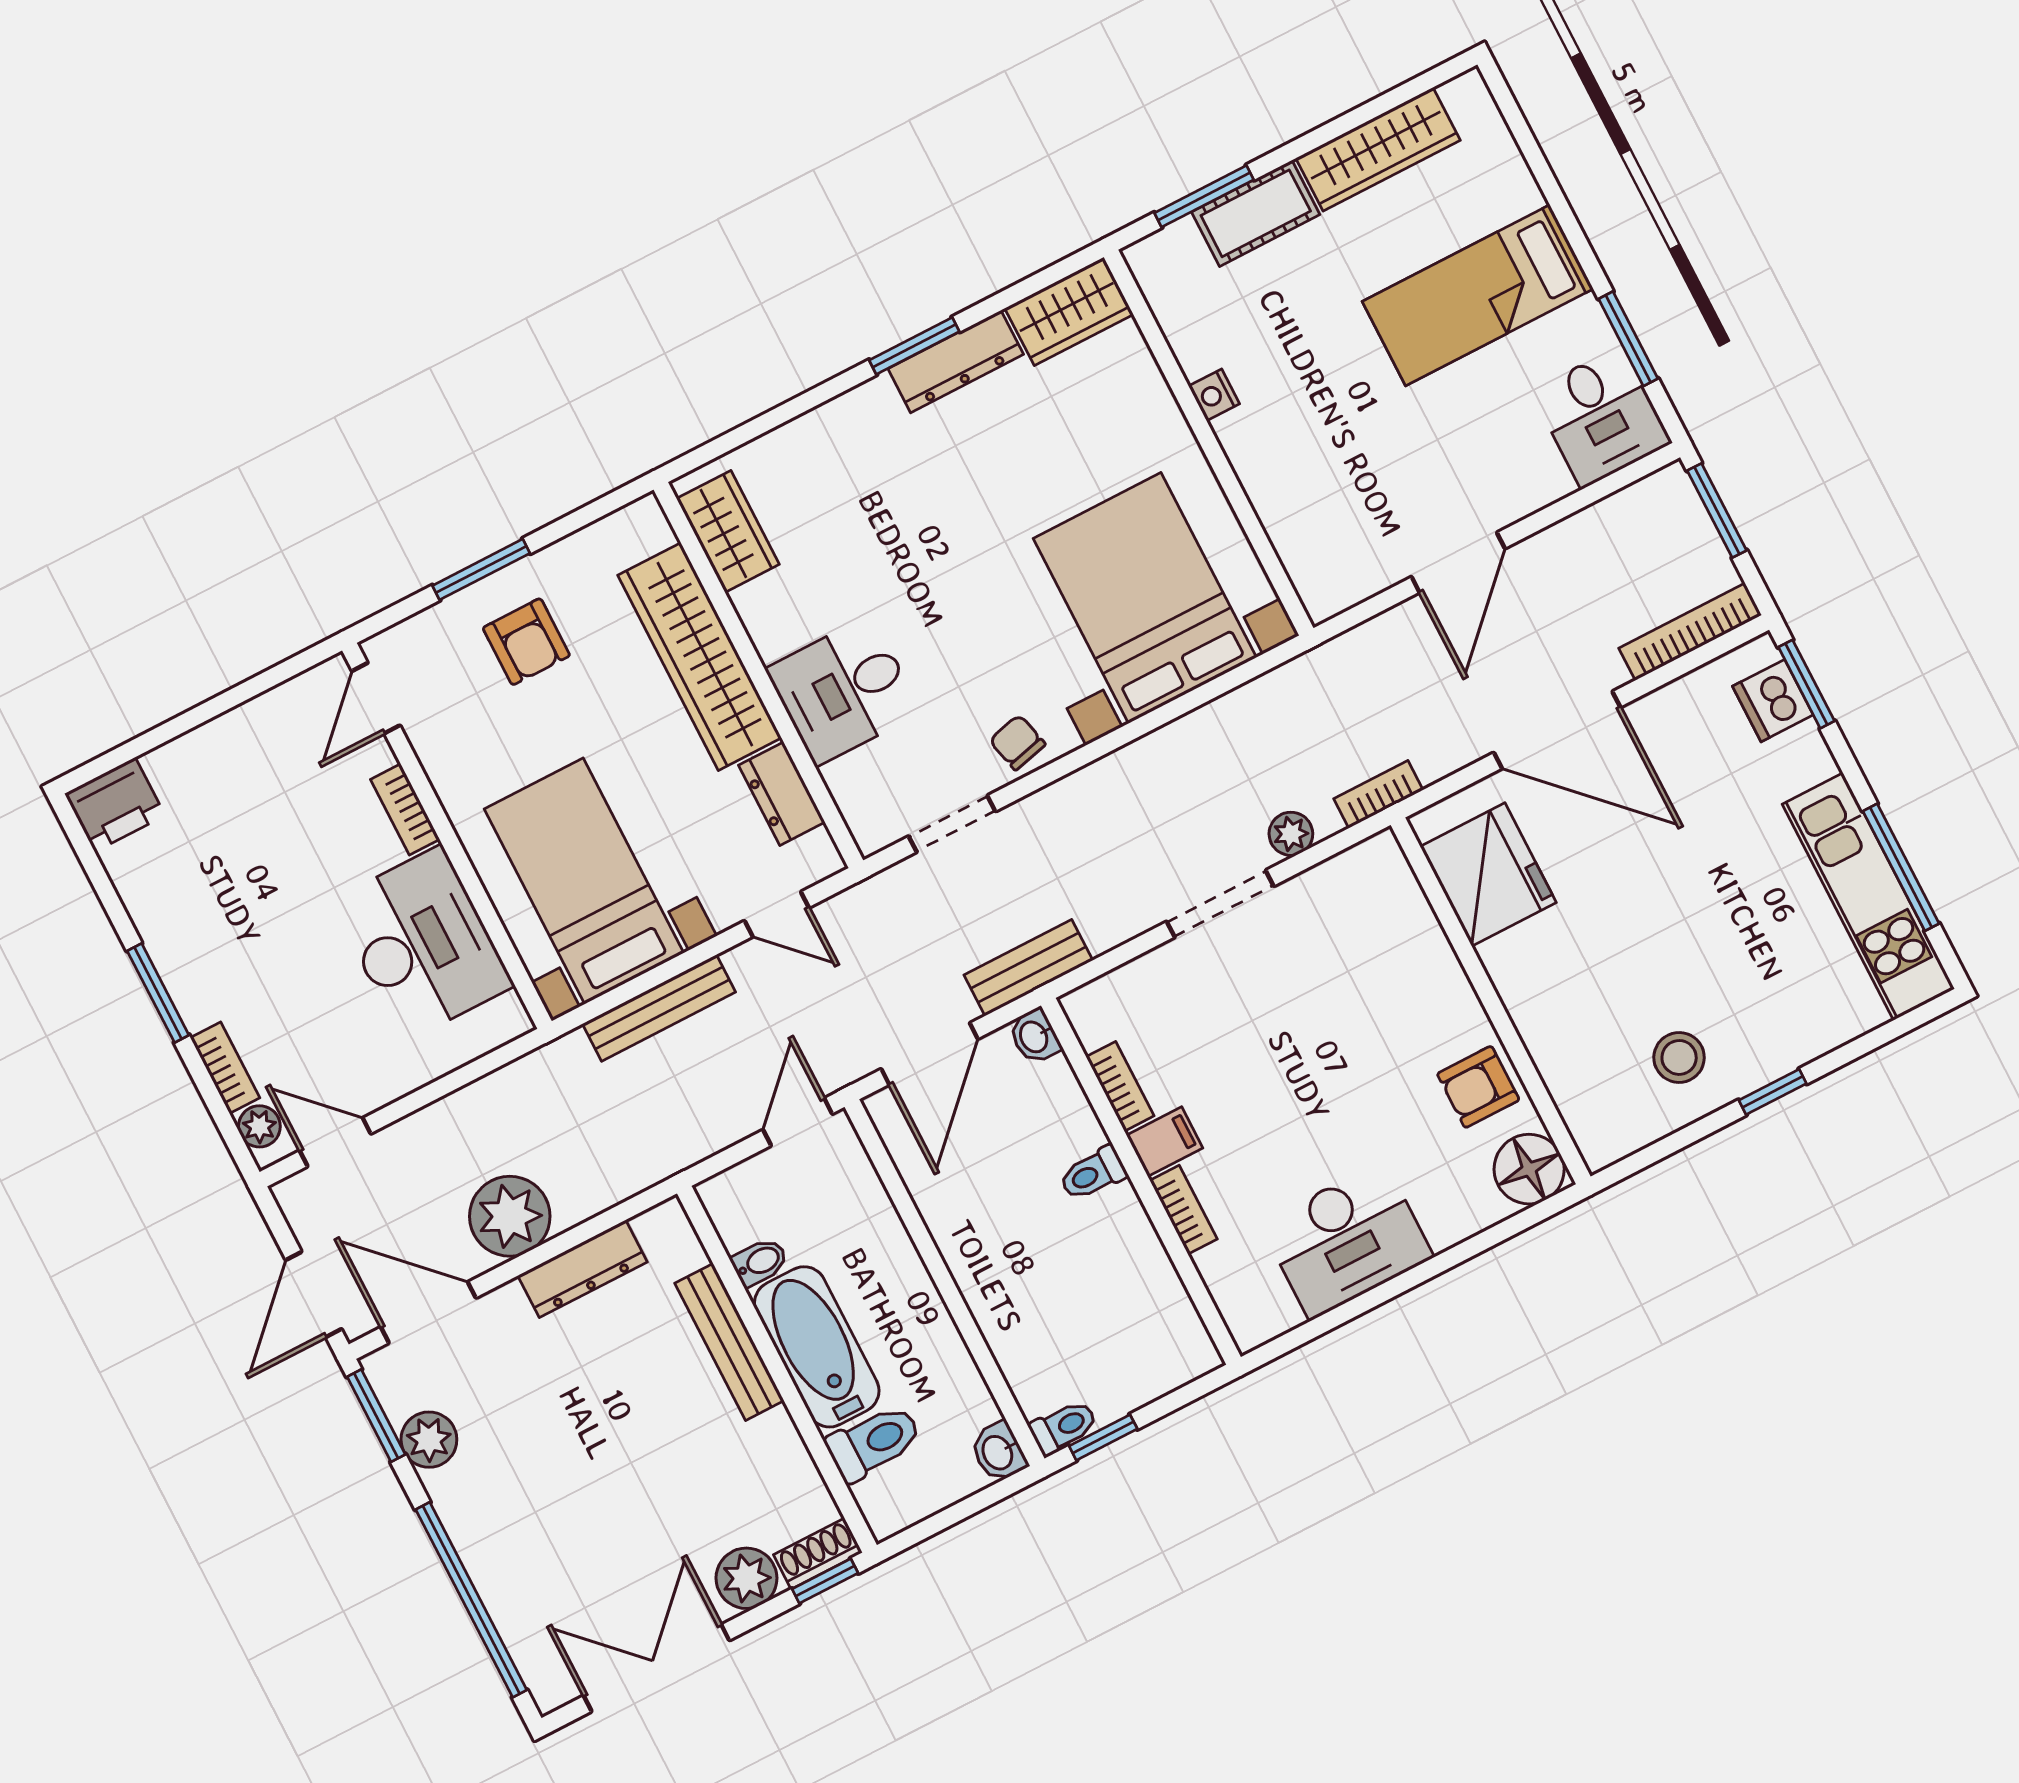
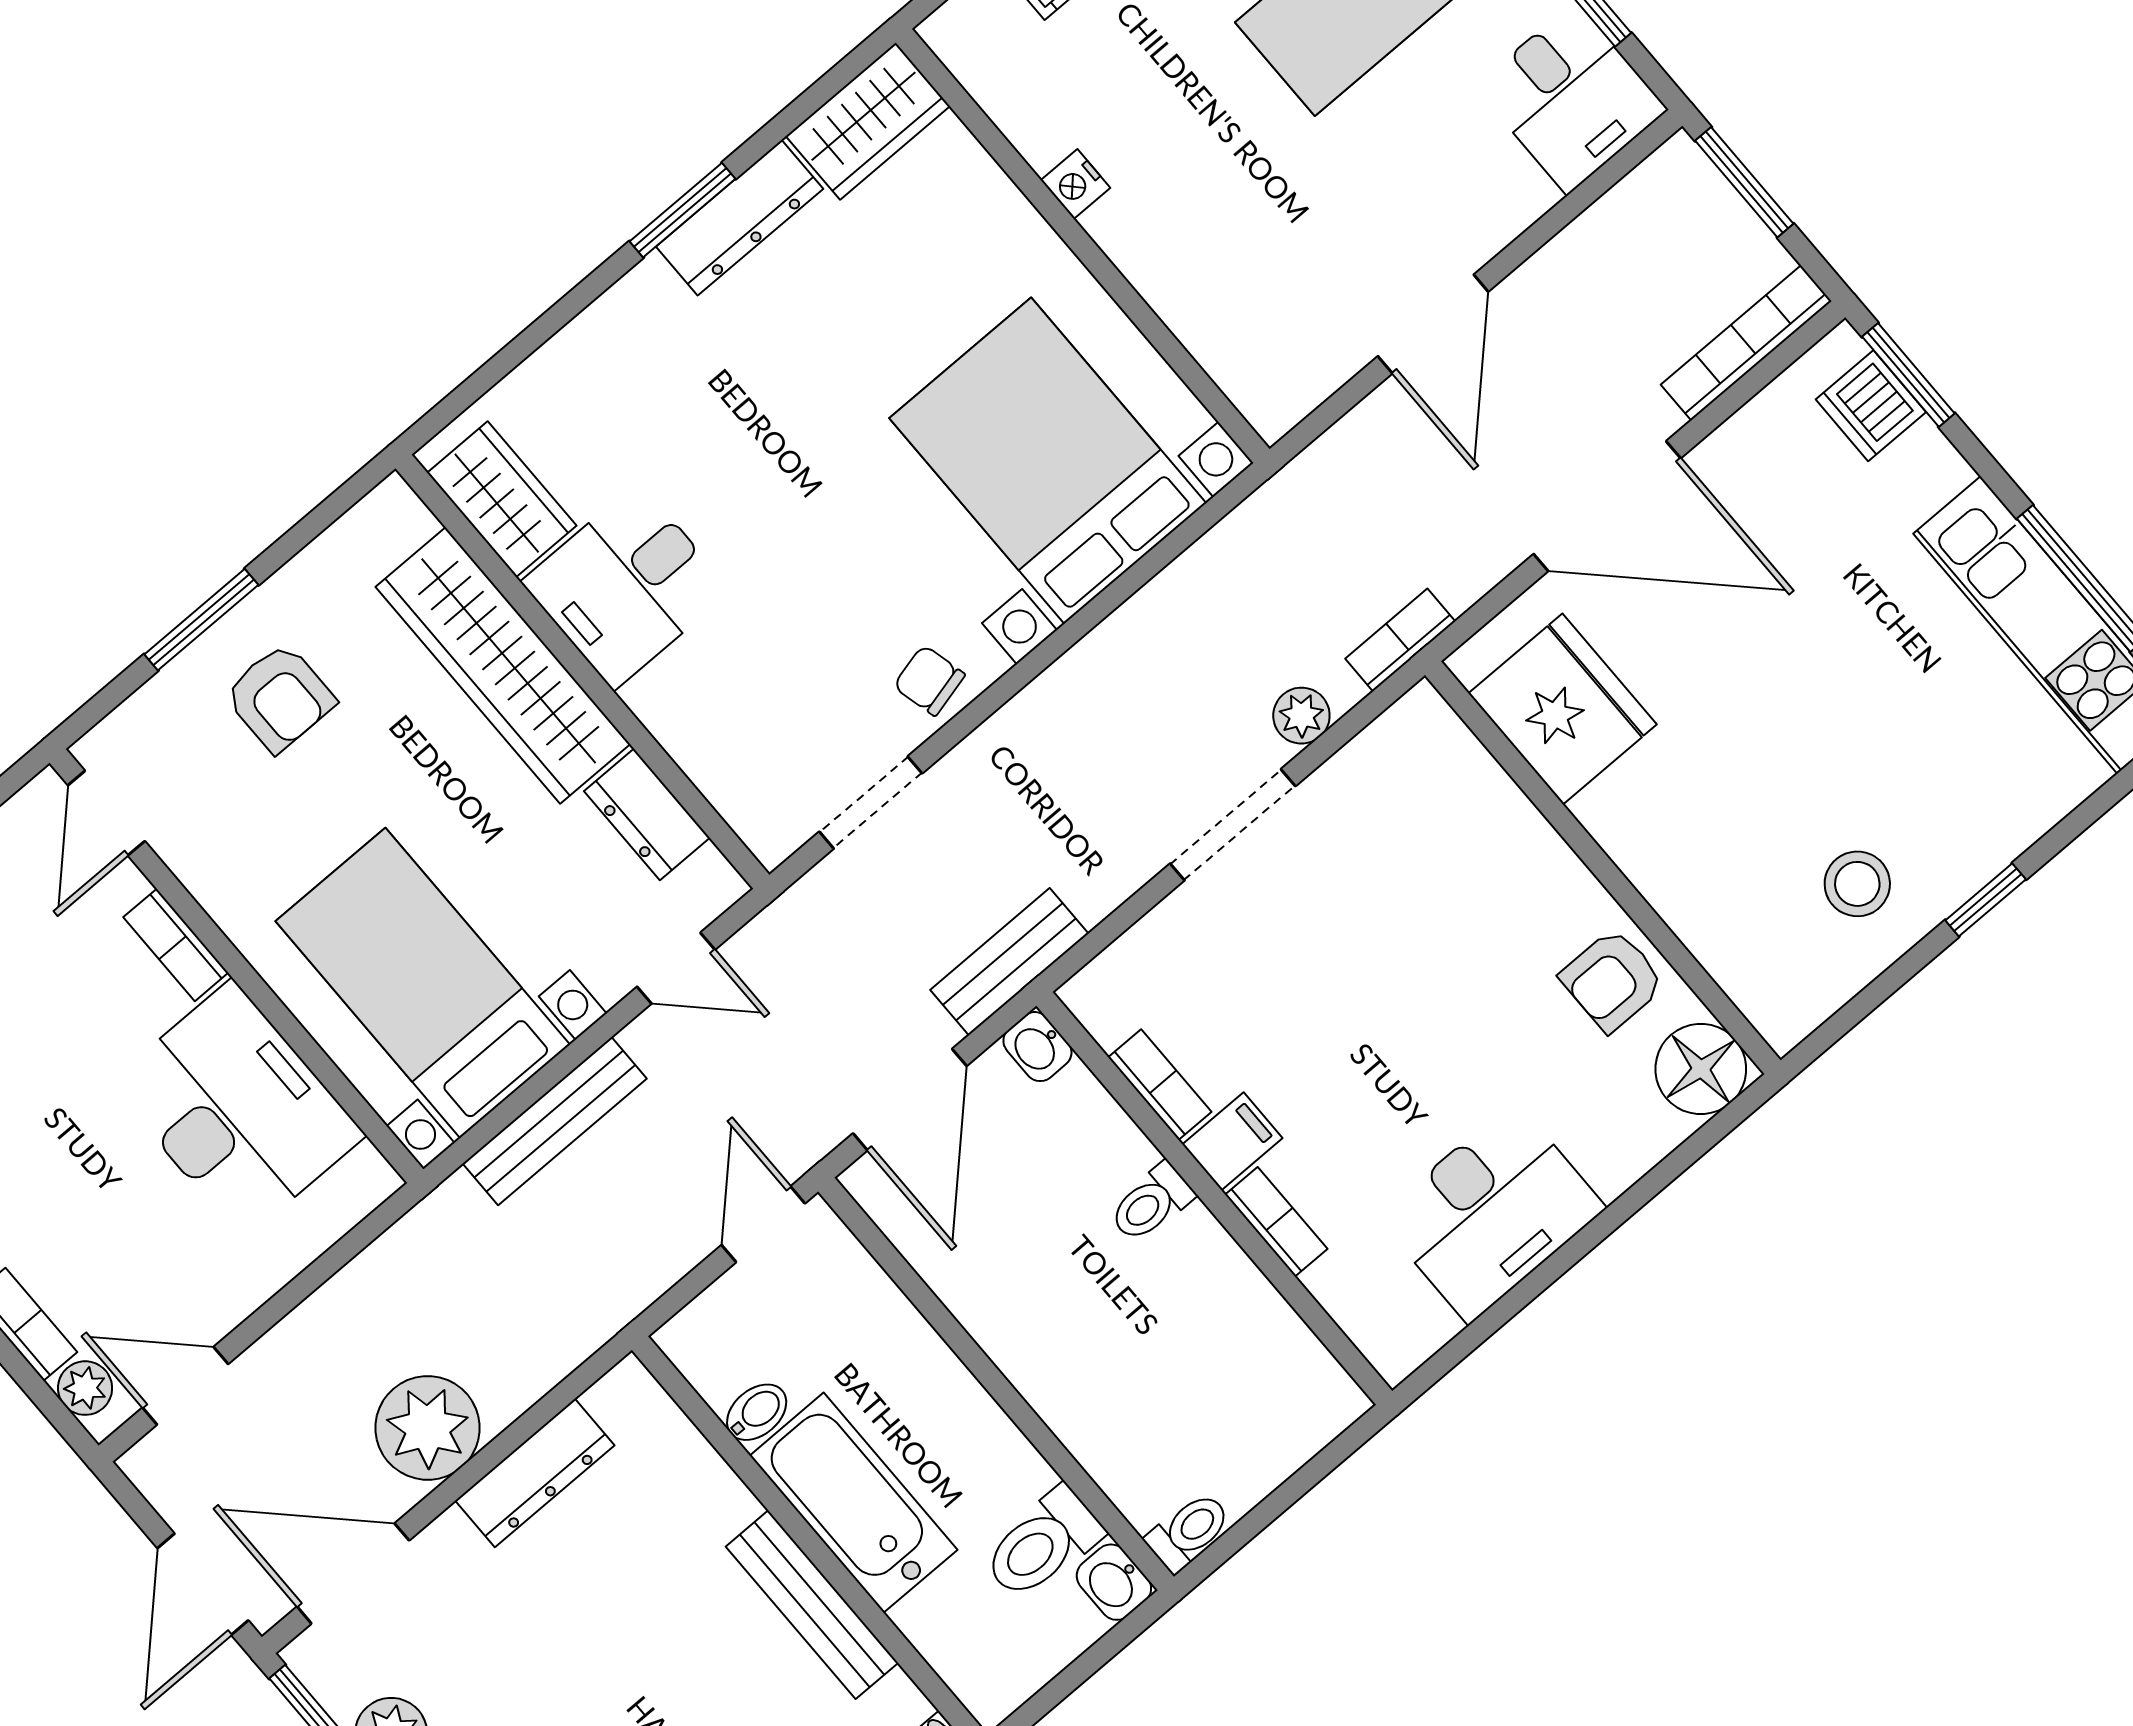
desk: (843, 691) -> (626, 586), moved
bench: (729, 1342) -> (812, 1605), moved
window: (1103, 1437) -> (1242, 1533), removed
toilet: (874, 1442) -> (1043, 1544), moved, turned 180

